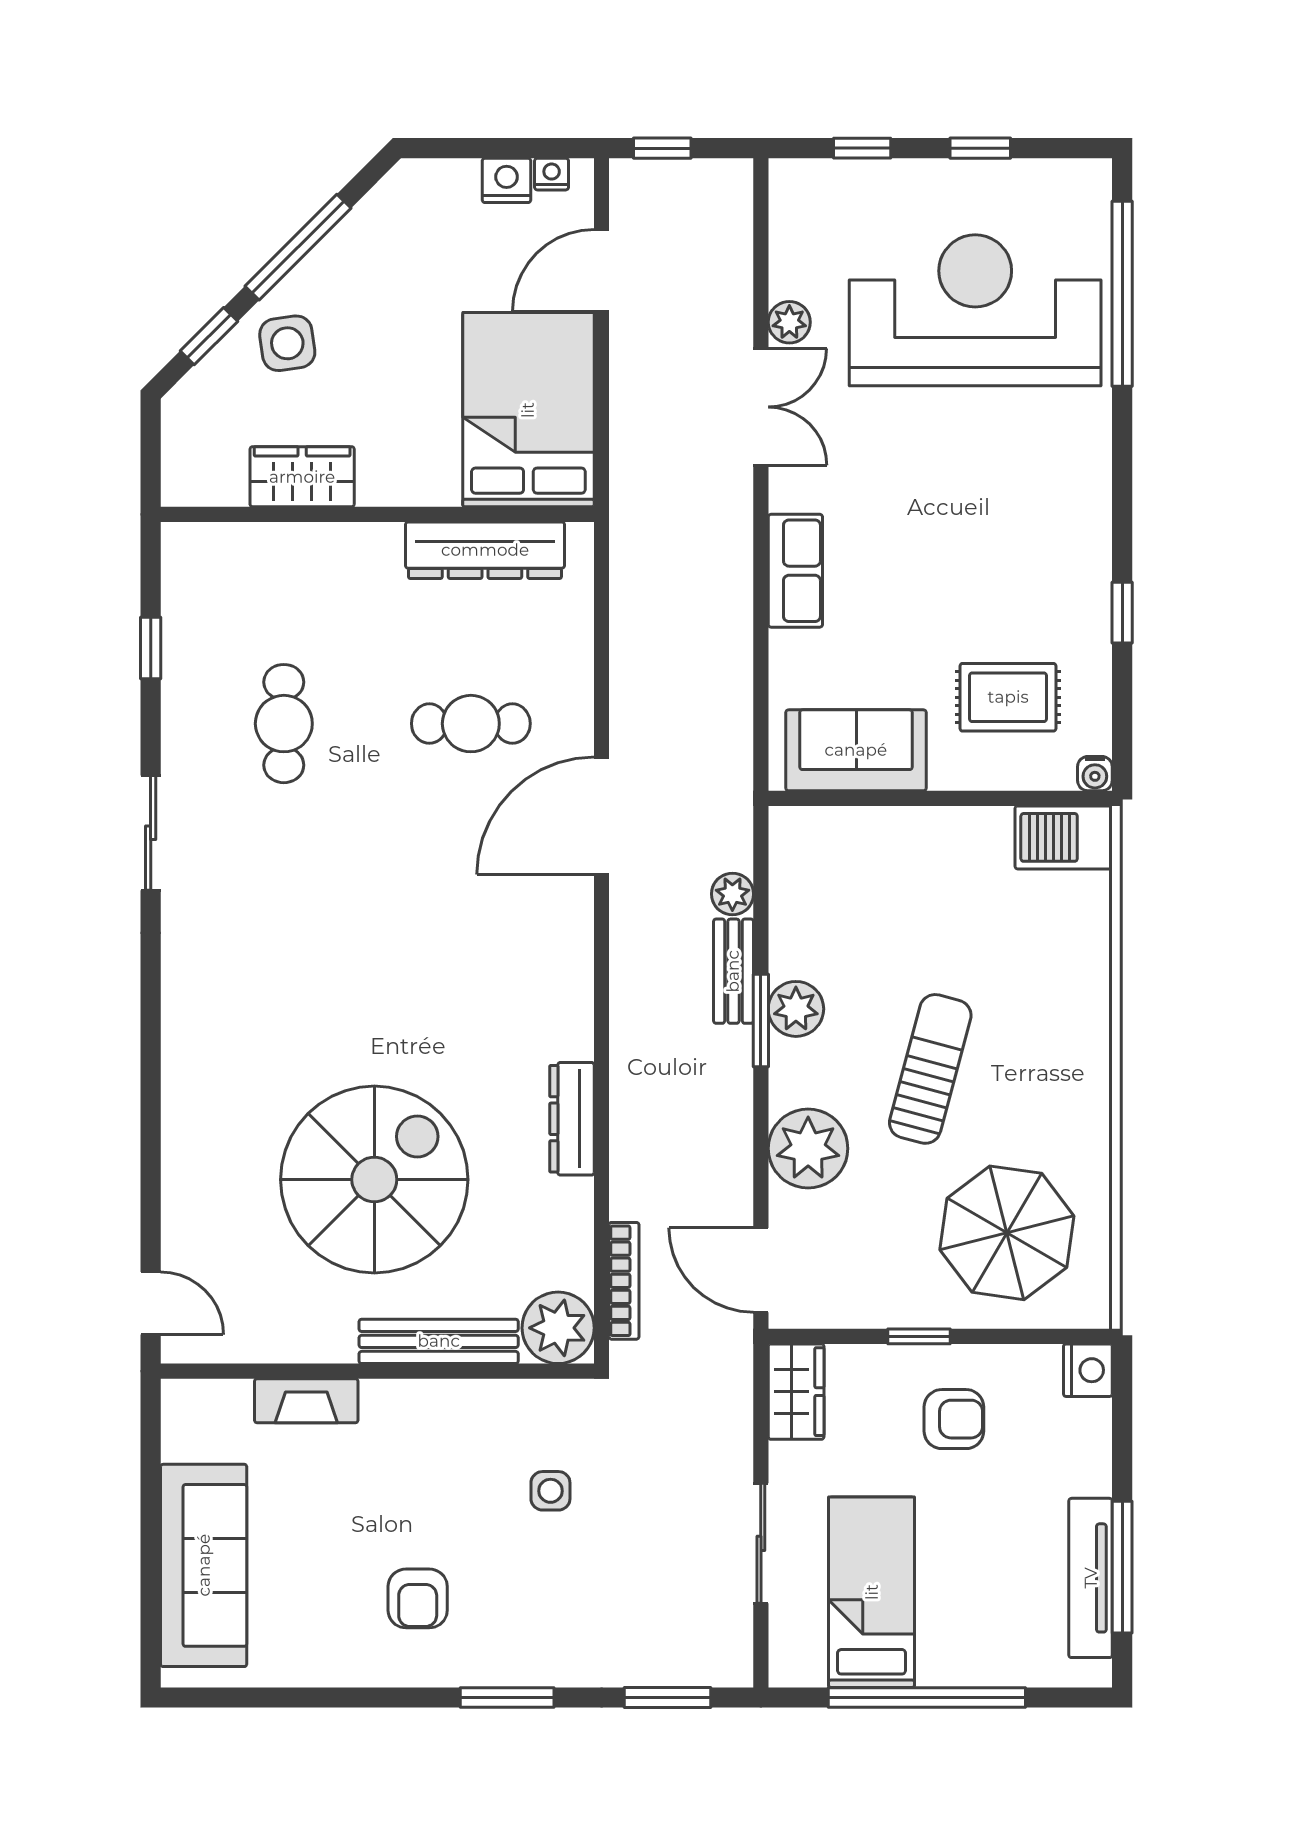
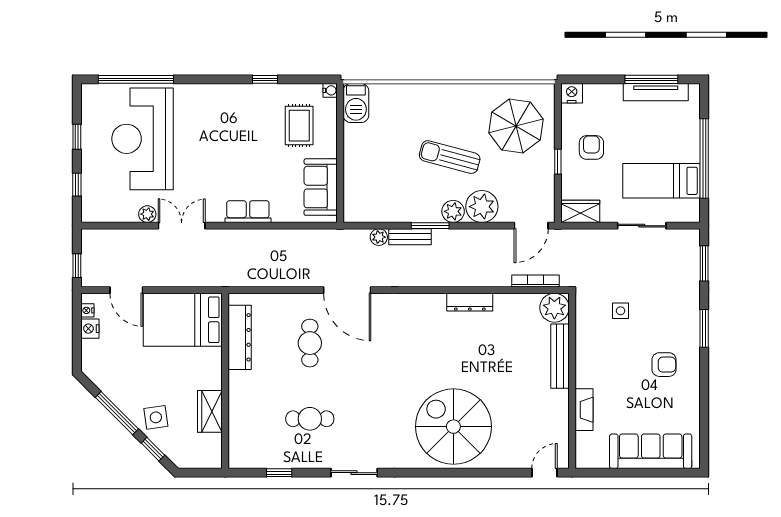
plant: (796, 1009) -> (453, 211), moved
spiral stairs: (374, 1180) -> (453, 427), moved

